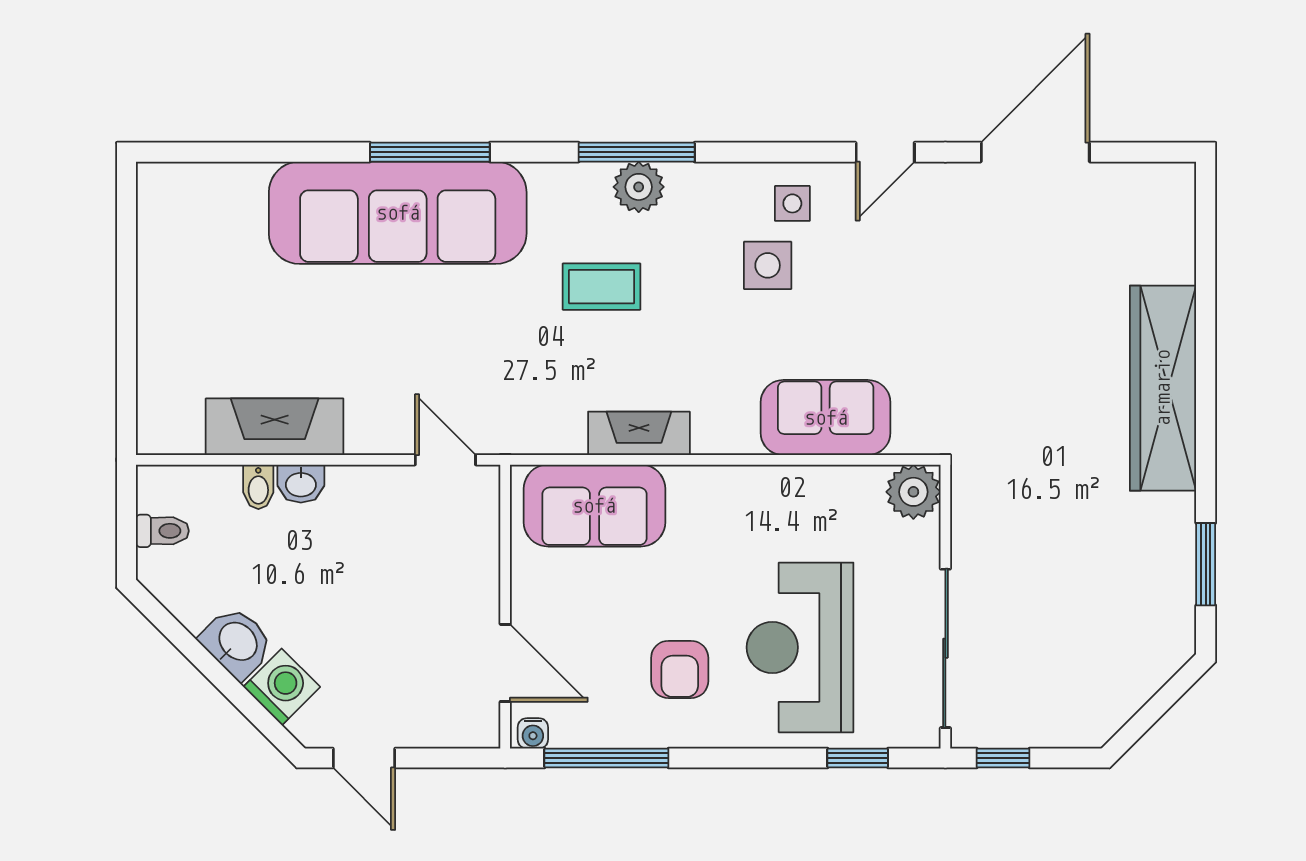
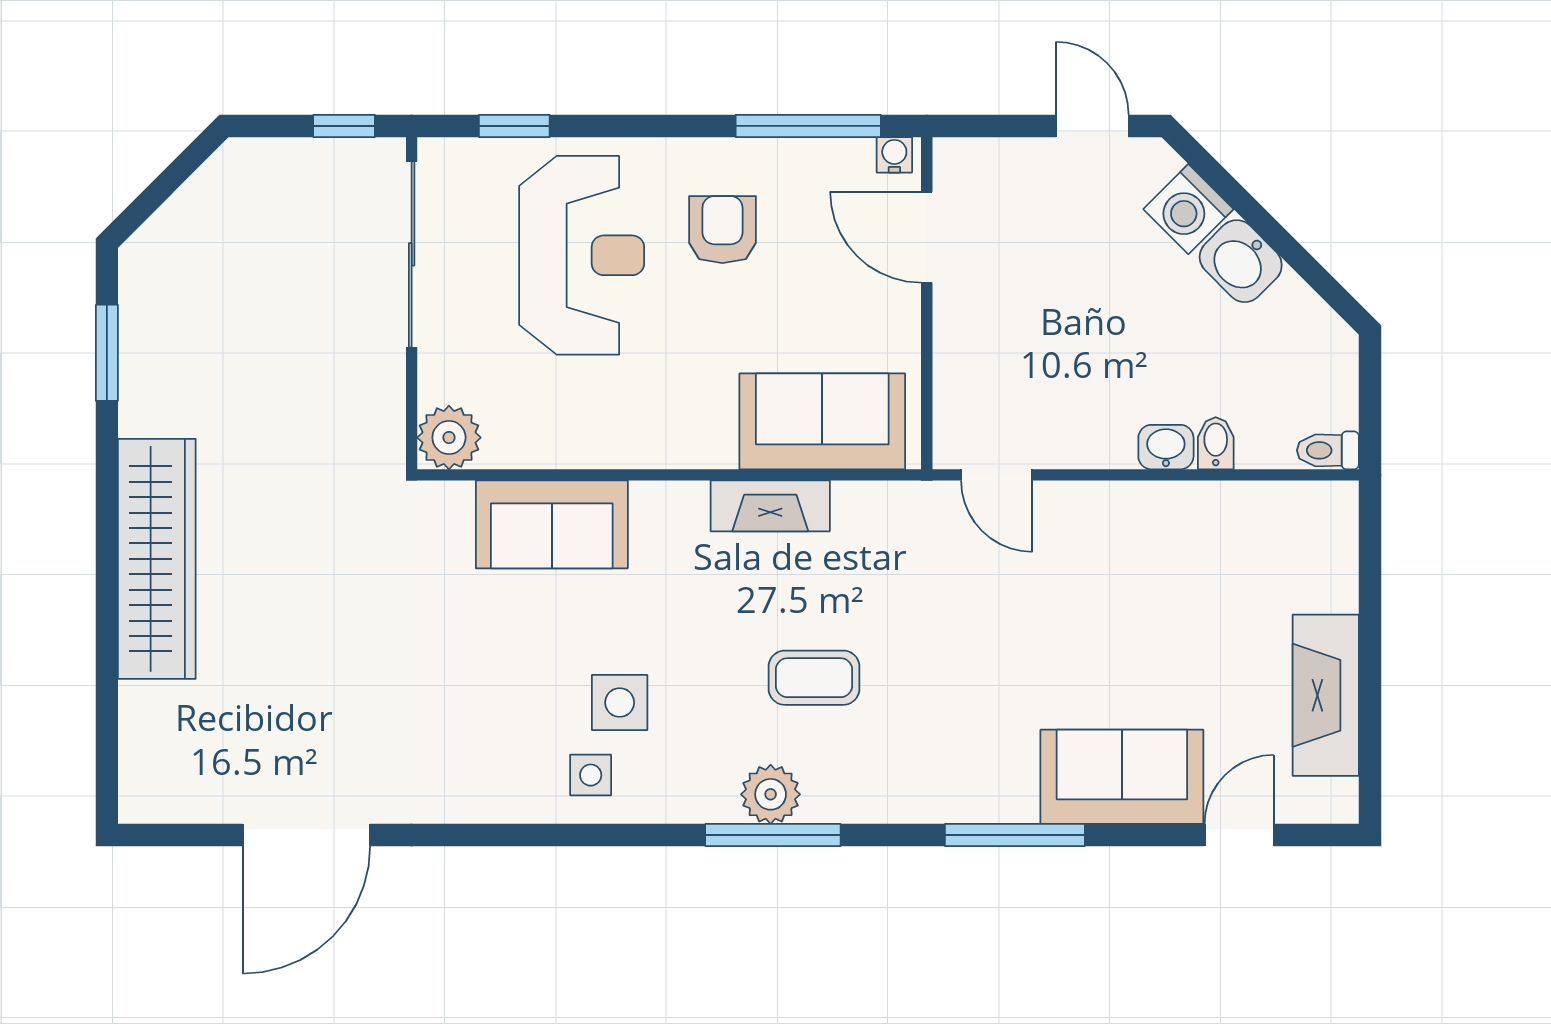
door: (885, 152) -> (1239, 835), moved
sofa: (398, 213) -> (1122, 777), width x0.54, depth x0.79
fireplace: (275, 427) -> (1326, 695), moved, turned 90
toilet: (162, 531) -> (1328, 450), moved

